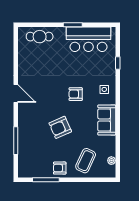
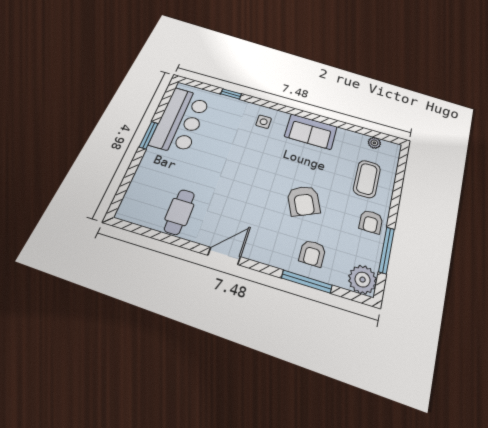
cafe table: (40, 37) -> (179, 212), moved
armchair: (76, 94) -> (312, 253), moved
coffee table: (86, 161) -> (367, 179), turned 65
plant: (26, 170) -> (363, 280), added

